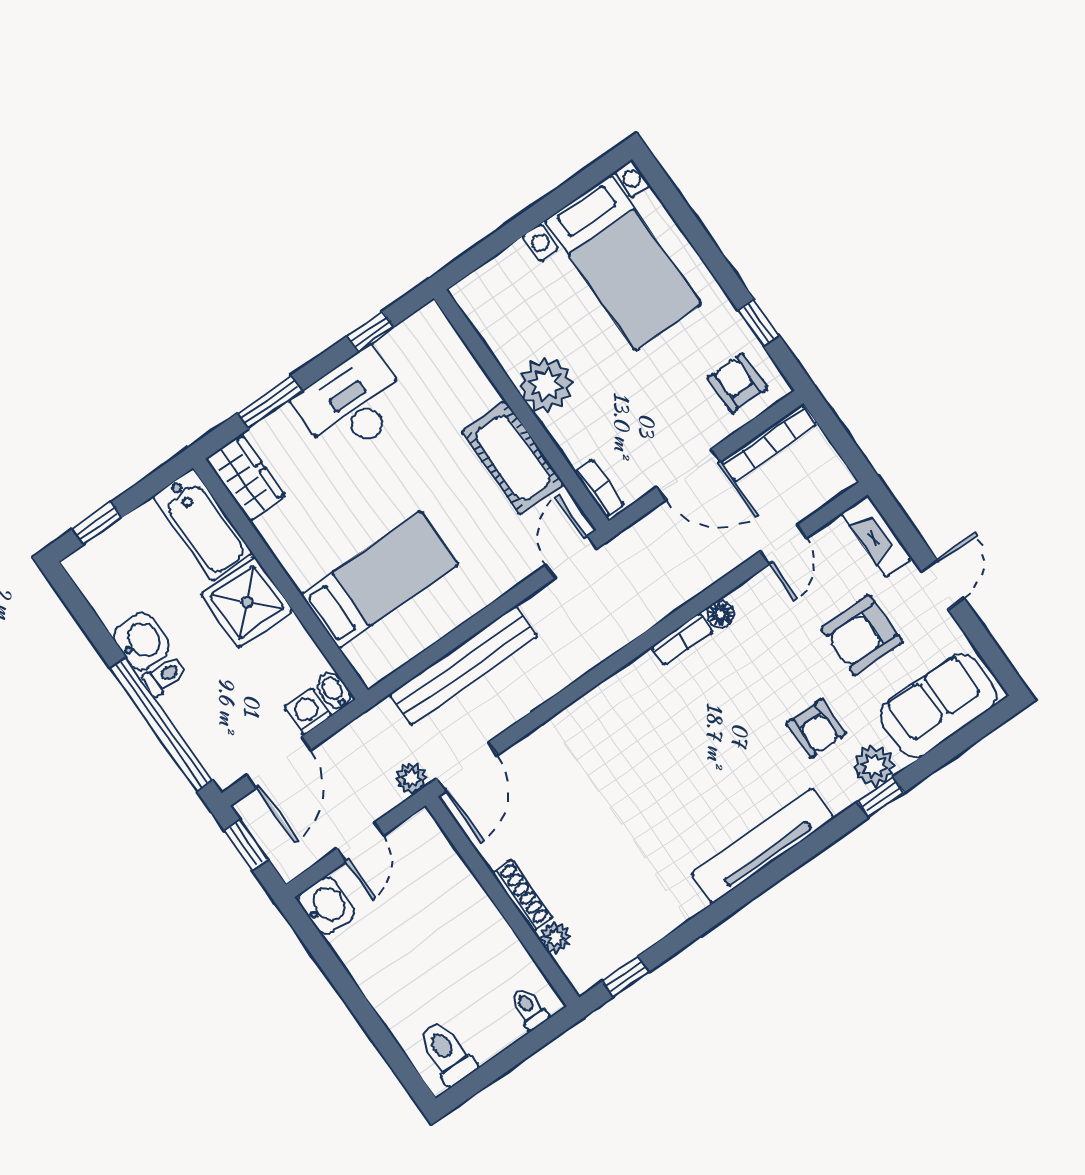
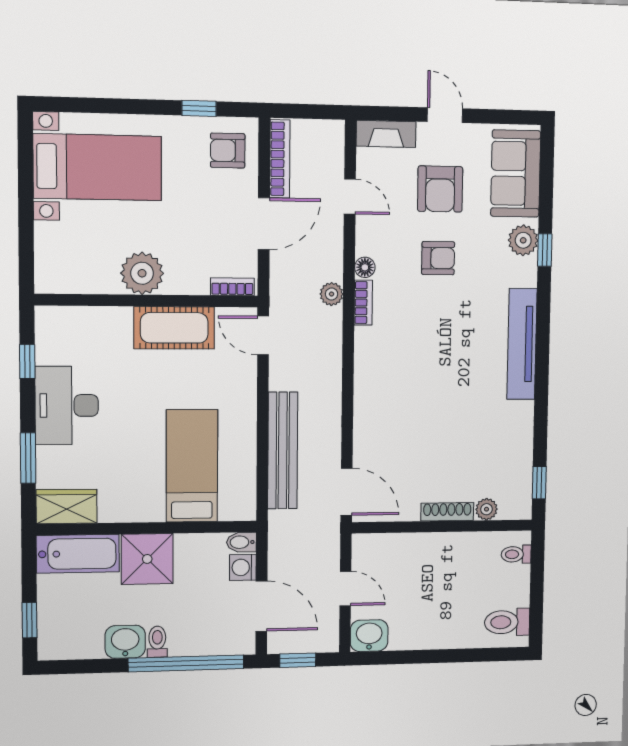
armchair: (816, 728) -> (438, 258), moved
plant: (411, 778) -> (332, 294), moved

